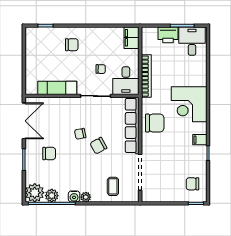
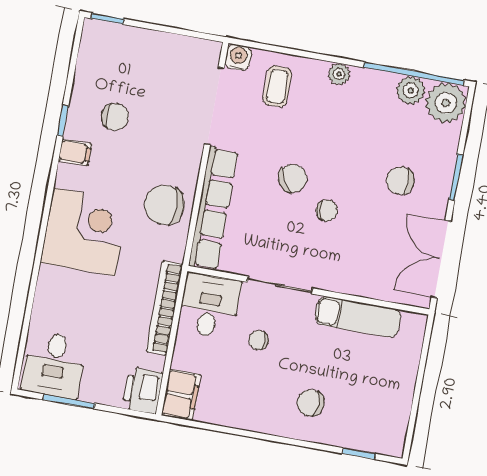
printer: (168, 35) -> (143, 391), moved, turned -90
chair: (192, 184) -> (115, 117), moved
water cooler: (74, 196) -> (238, 57), moved

